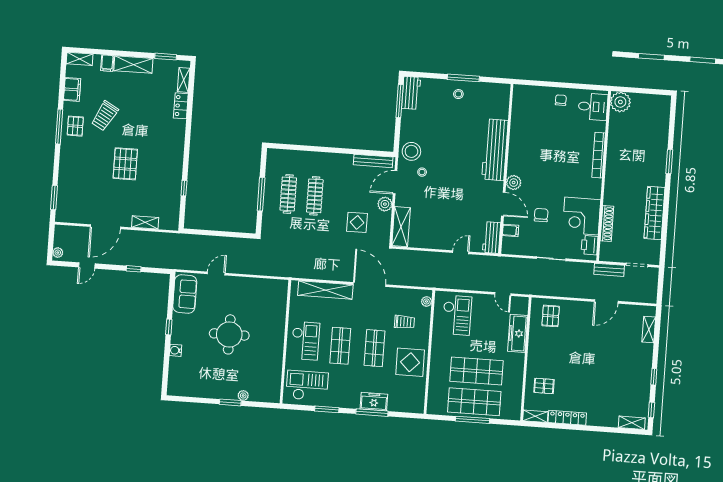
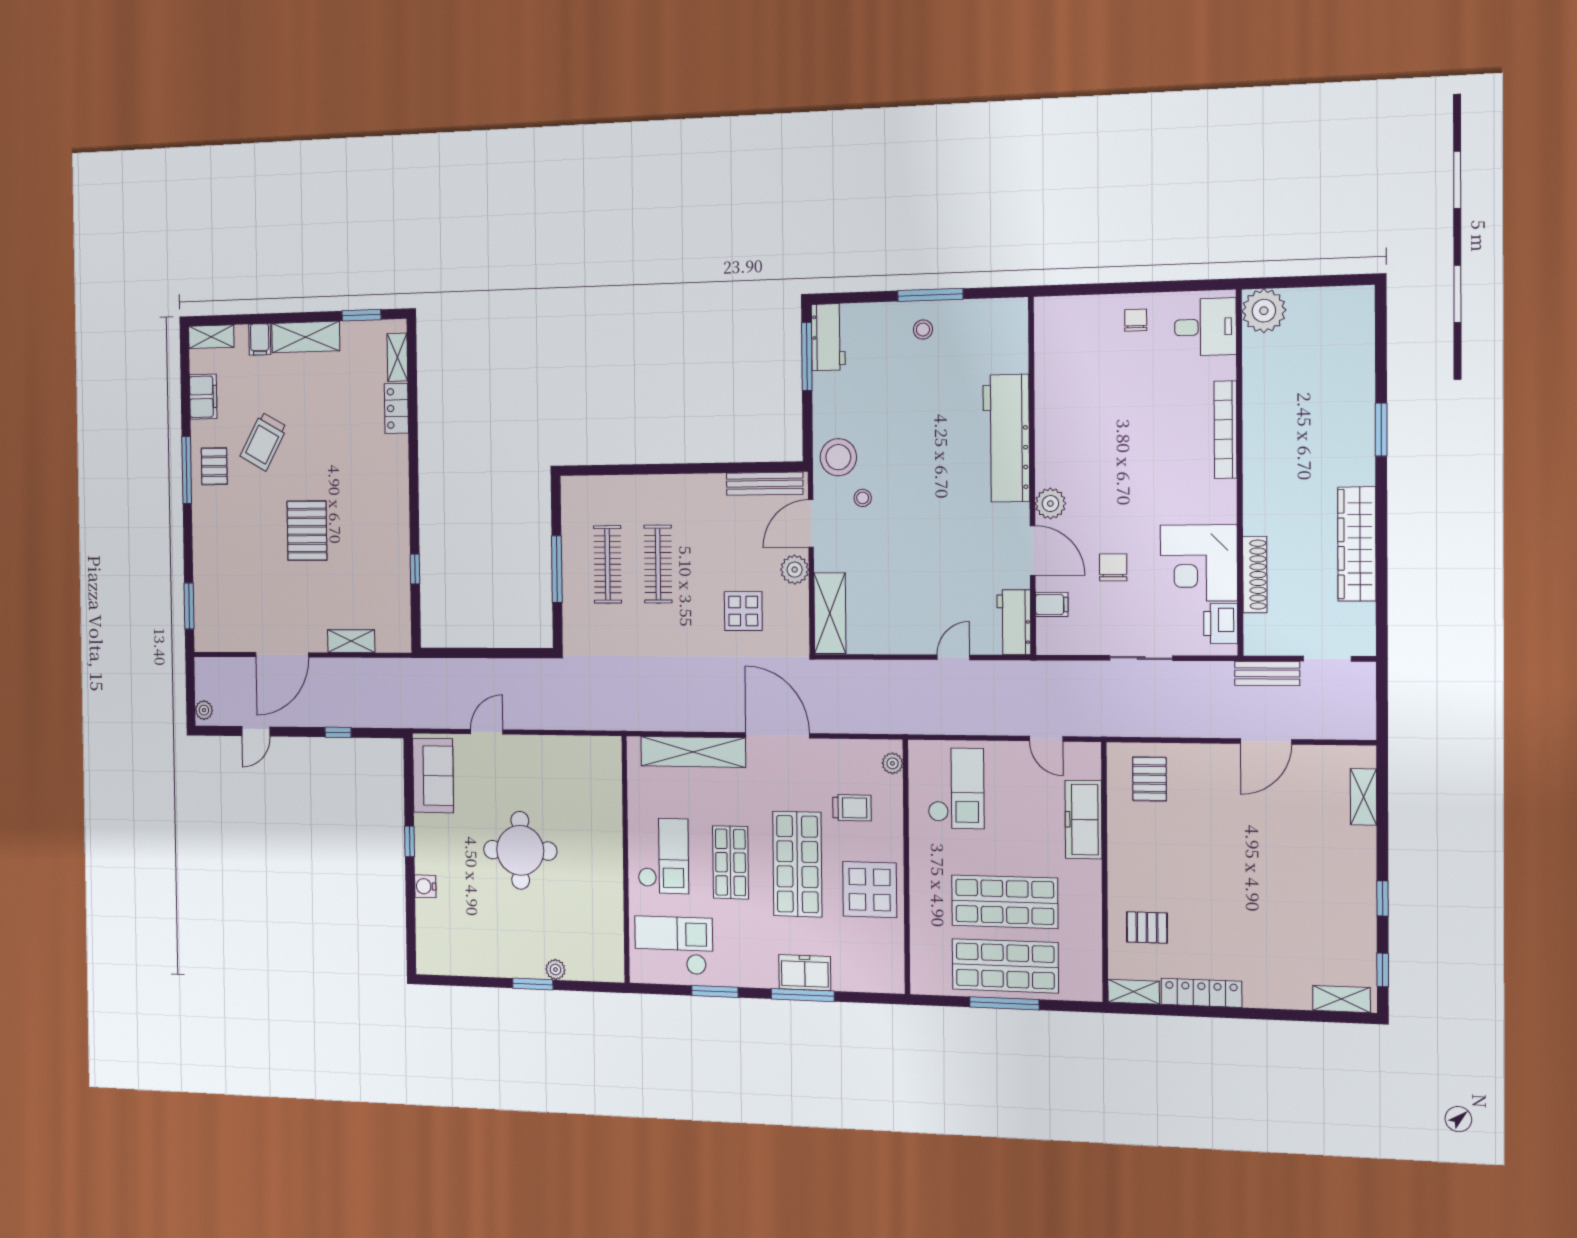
shop shelf: (375, 348) -> (797, 864), width x1.43, depth x1.36

